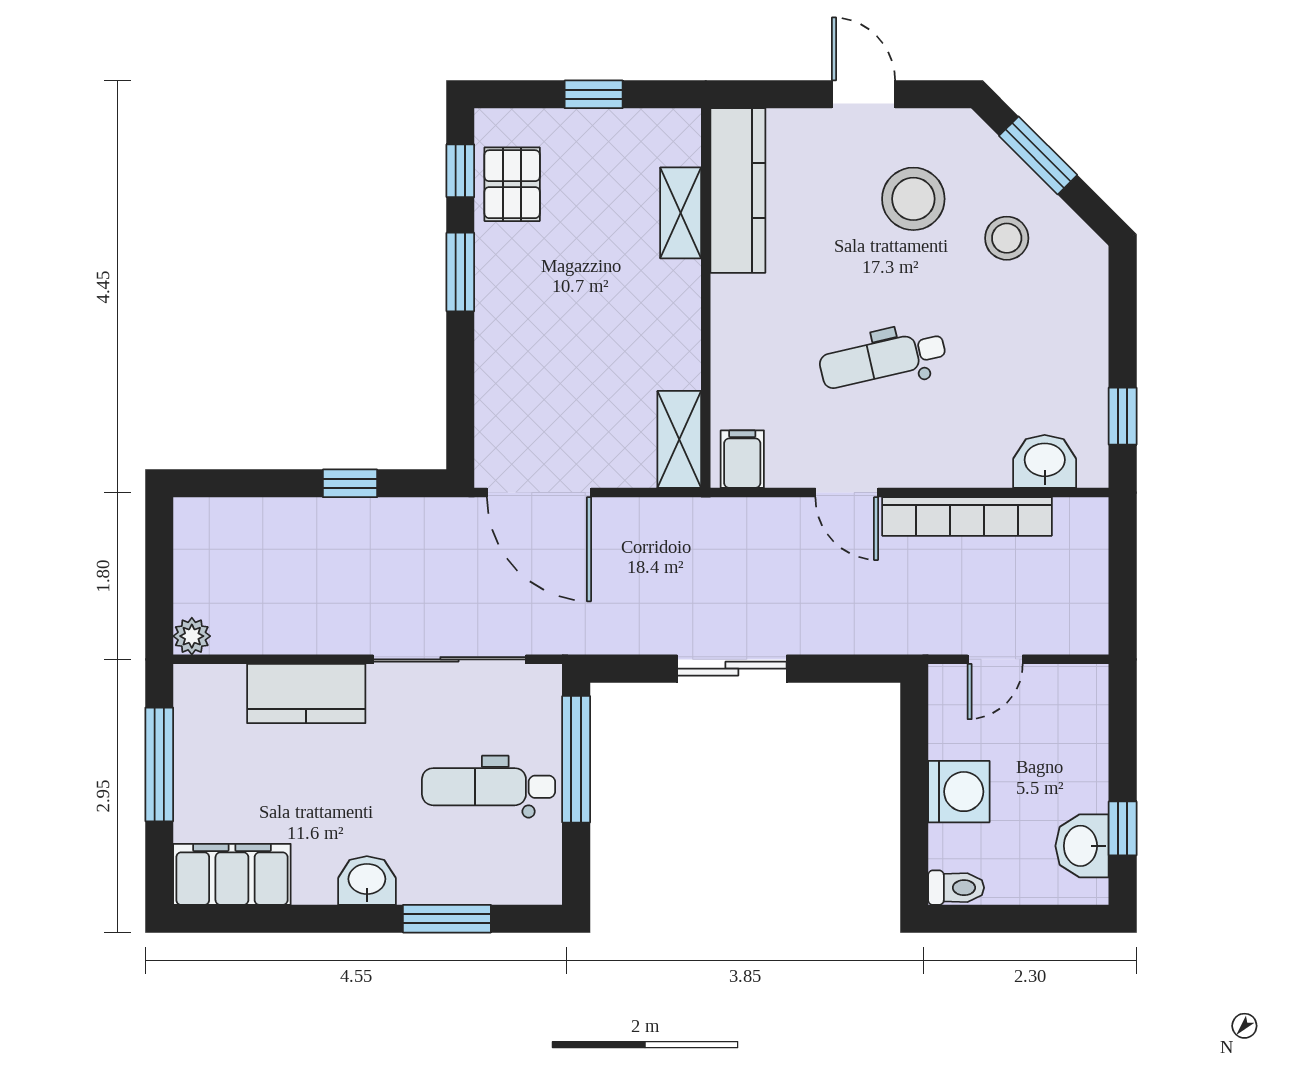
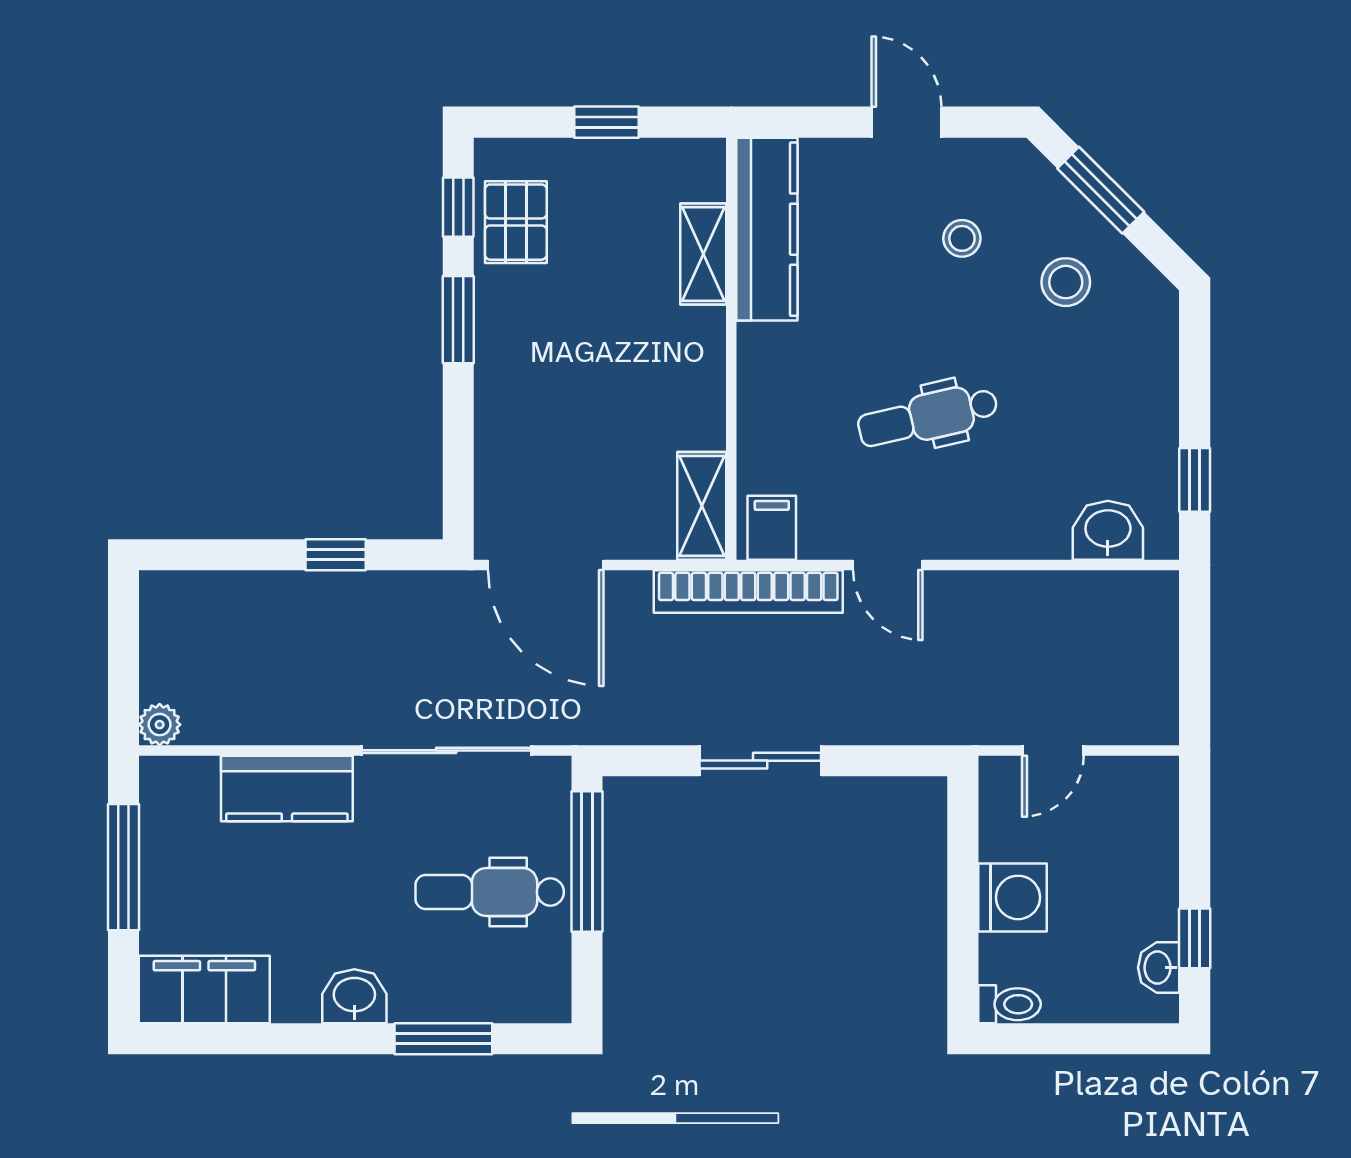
stool: (913, 199) -> (962, 238), width x0.53, depth x0.53
bookcase: (967, 517) -> (748, 592), moved
washbasin: (1082, 846) -> (1159, 968), width x0.72, depth x0.69

